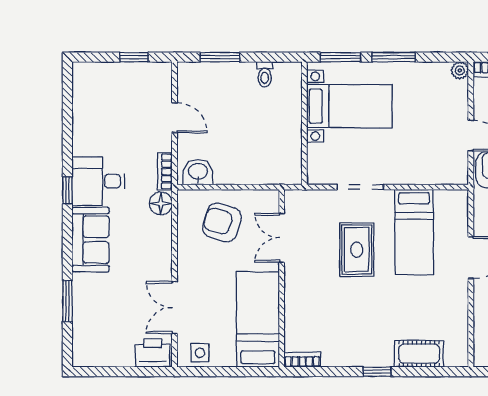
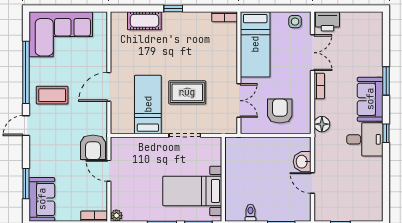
bookcase: (165, 171) -> (319, 86), moved
washbasin: (198, 172) -> (302, 162), moved, turned 90
armchair: (222, 222) -> (280, 111), turned -107
rug: (357, 250) -> (187, 92), turned 90
window: (67, 301) -> (386, 81), moved

